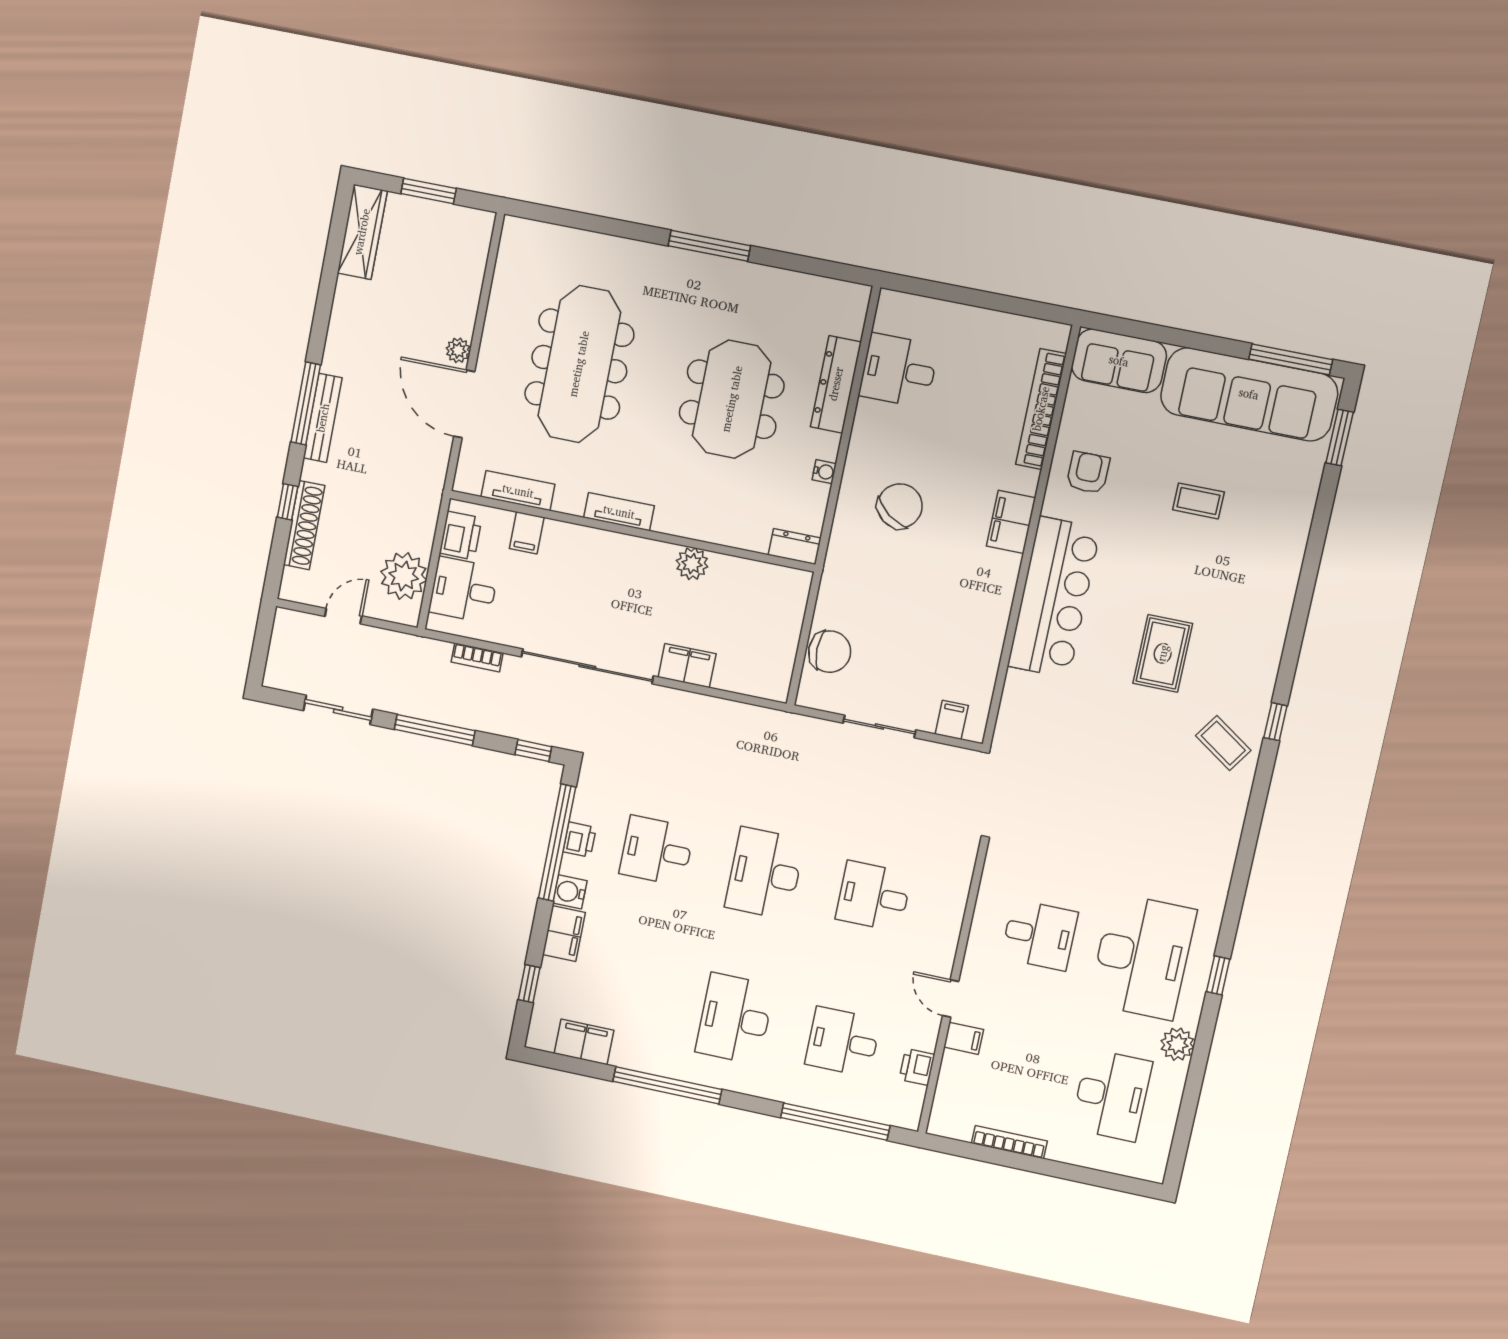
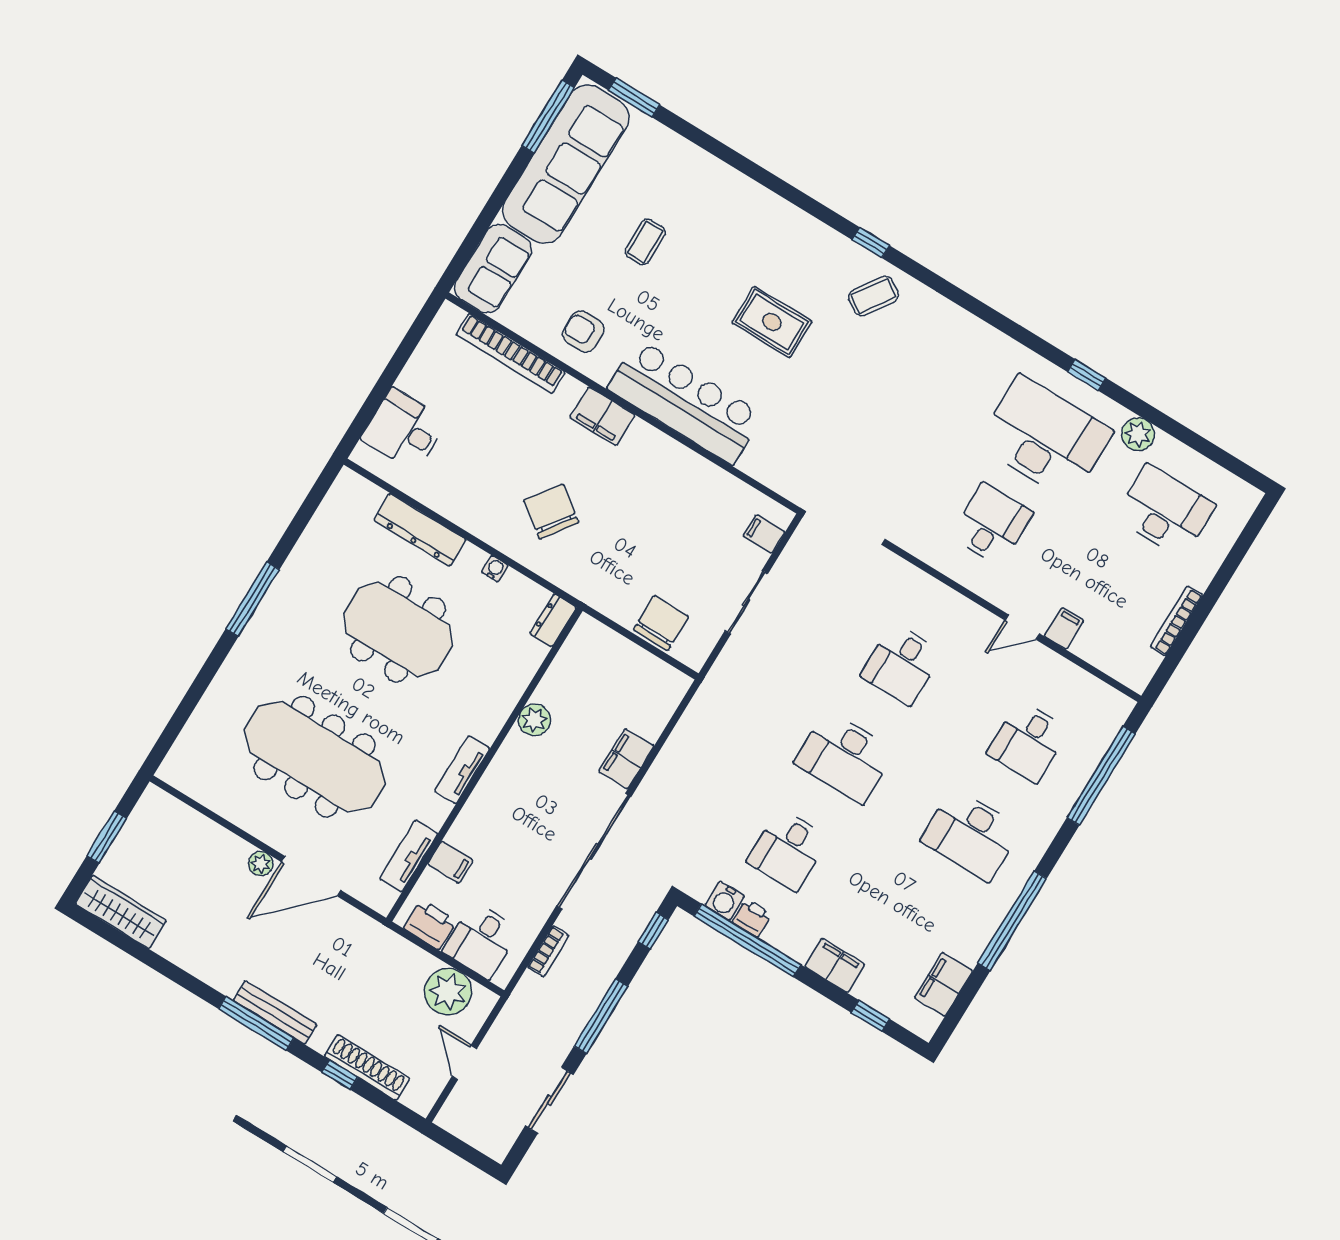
desk: (899, 370) -> (404, 430), moved, turned 90
water cooler: (570, 892) -> (725, 901), moved
printer: (917, 1067) -> (1076, 681), removed

